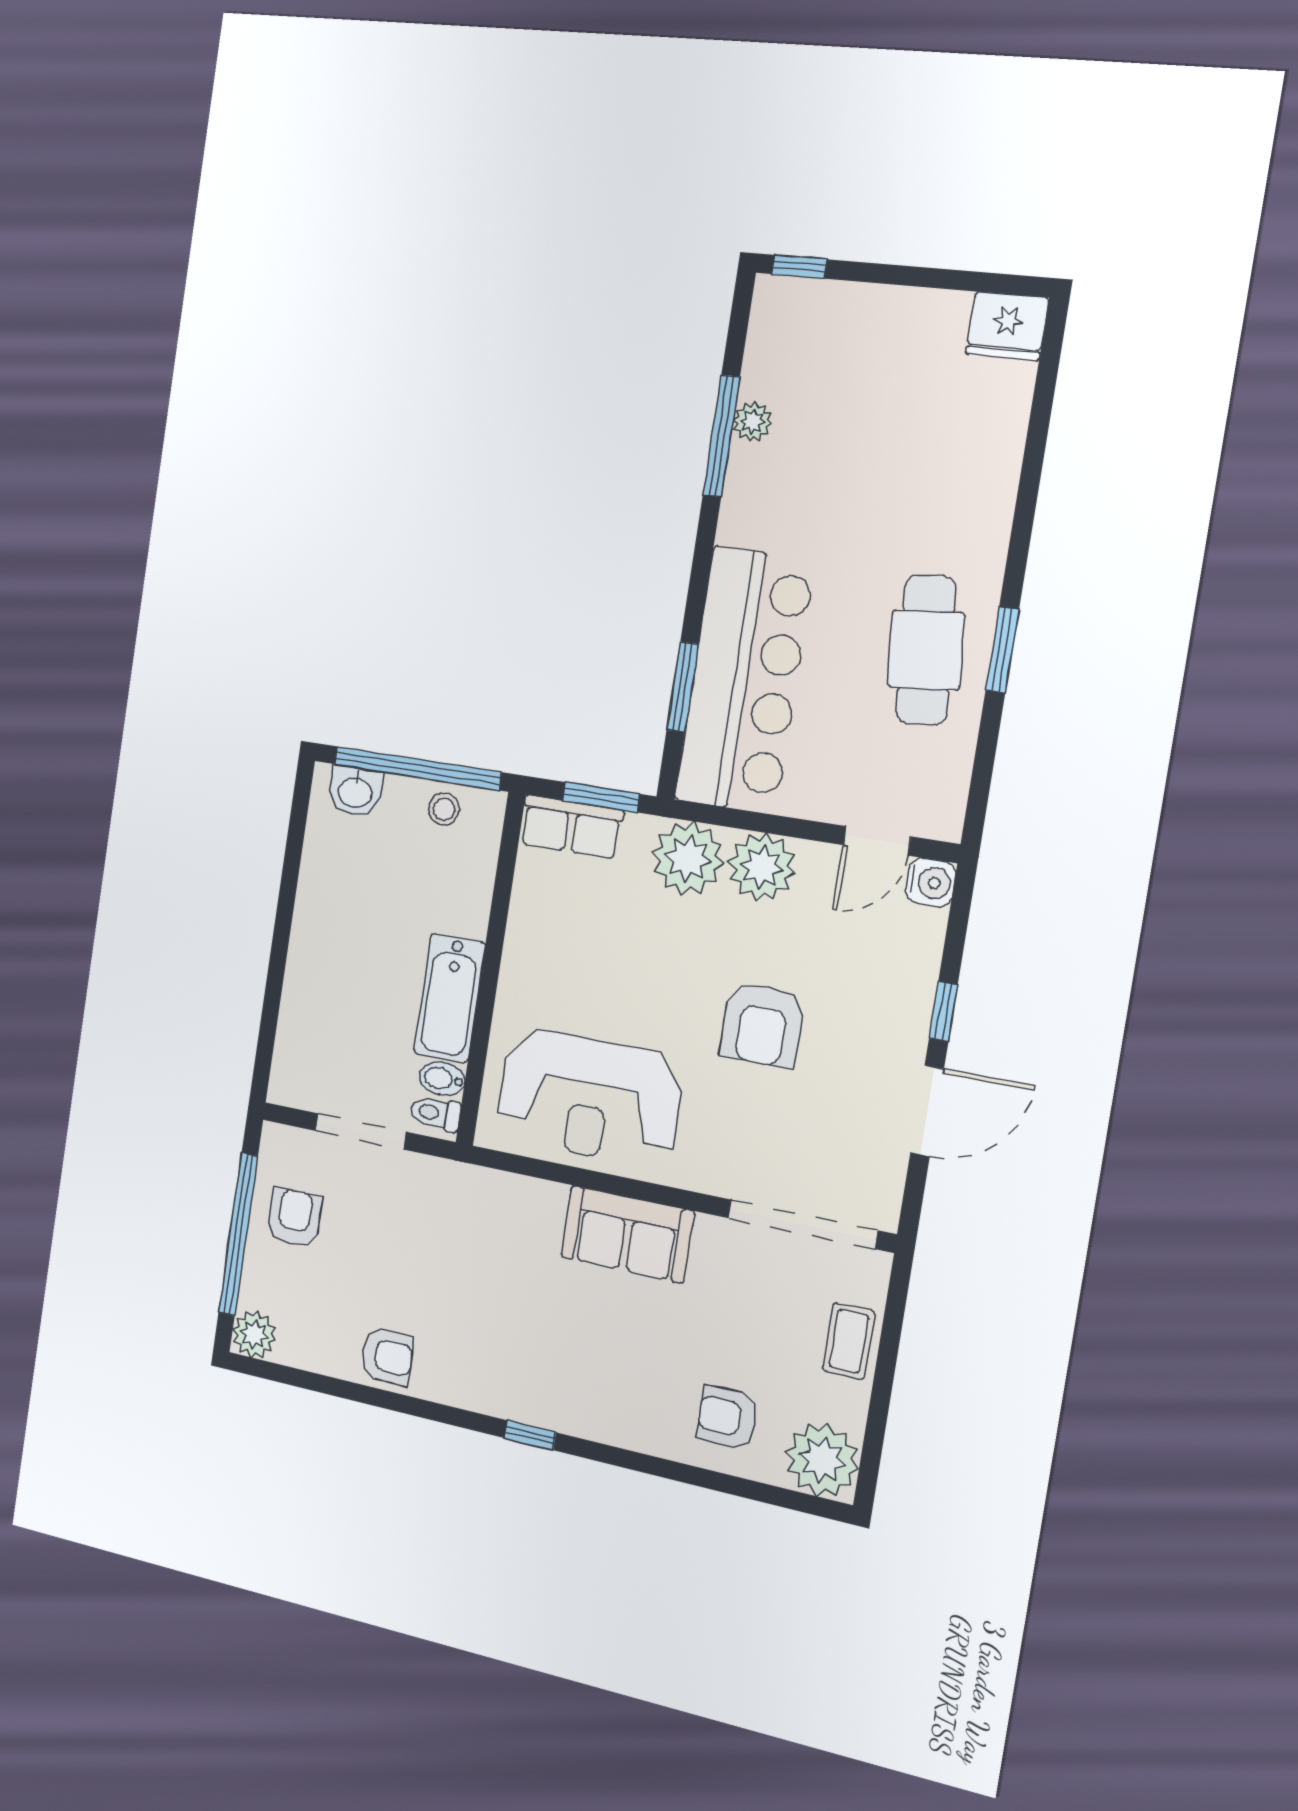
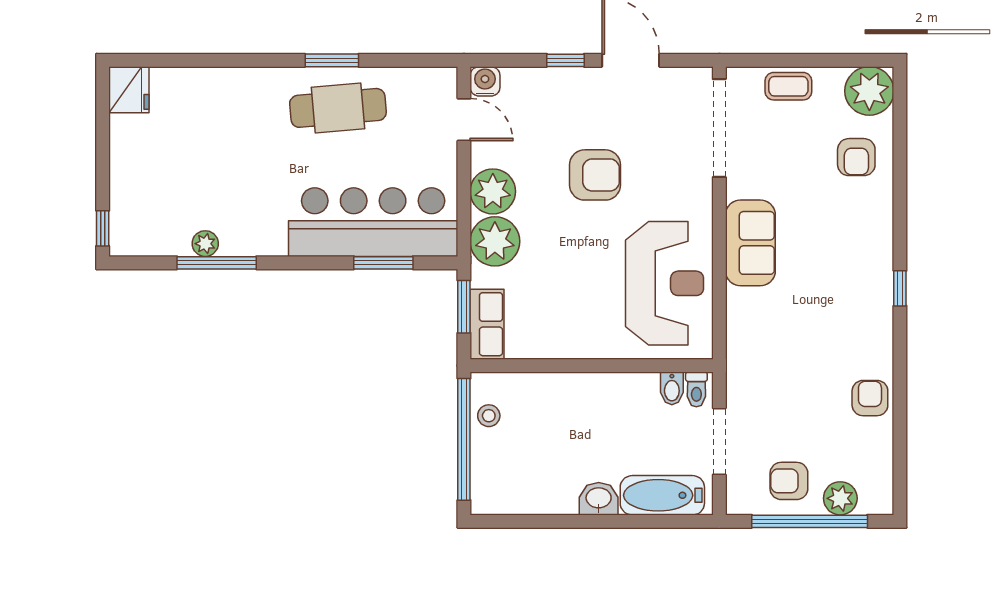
washbasin: (355, 791) -> (599, 499), moved, turned -90
bathtub: (450, 998) -> (662, 495), moved, turned 180
plant: (254, 1334) -> (840, 498), moved

